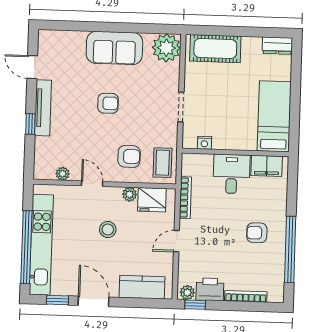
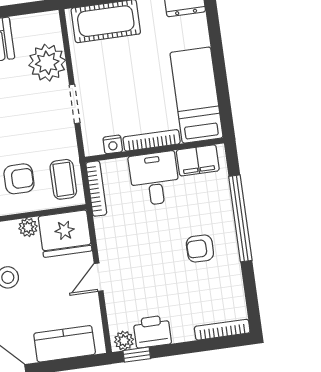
plant: (166, 48) -> (47, 63), moved
bookcase: (234, 145) -> (152, 140), added
bookcase: (185, 198) -> (96, 189), moved
fridge: (152, 200) -> (65, 234), width x1.36, depth x1.34
window: (290, 249) -> (240, 218), moved
bookcase: (246, 296) -> (222, 330), moved

